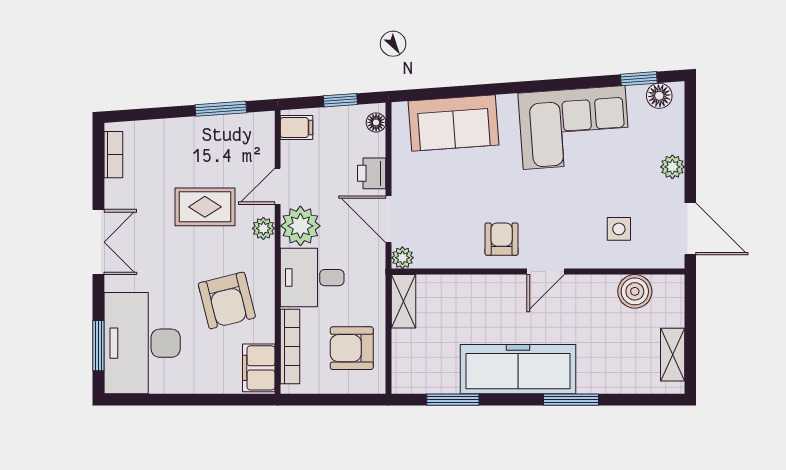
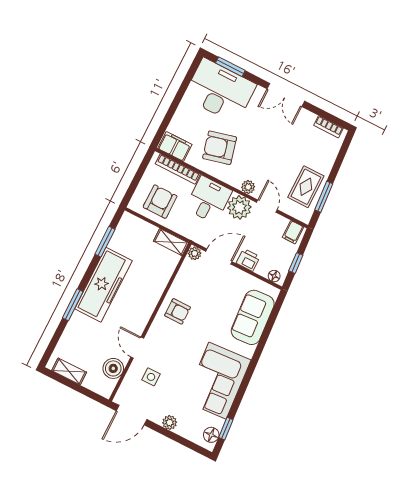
rug: (205, 207) -> (306, 187), moved
door: (546, 272) -> (137, 348), moved

